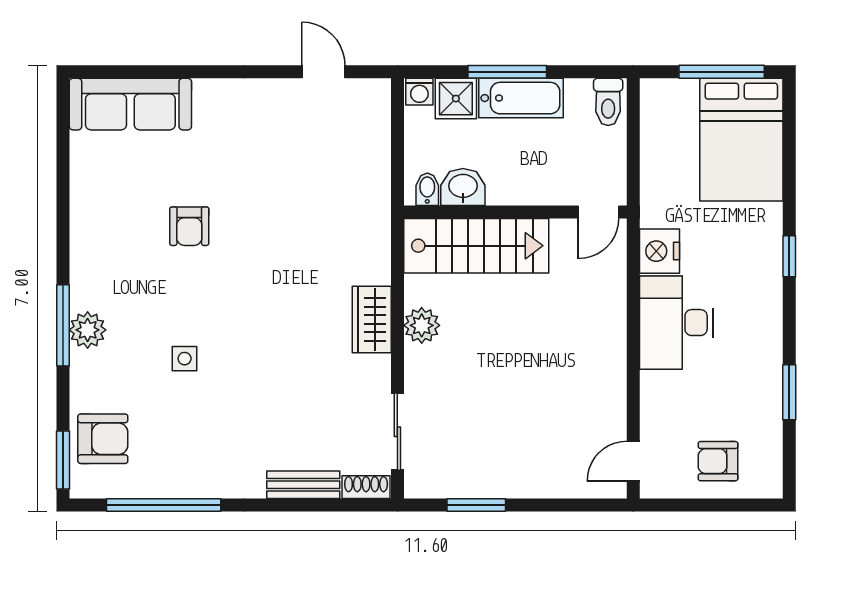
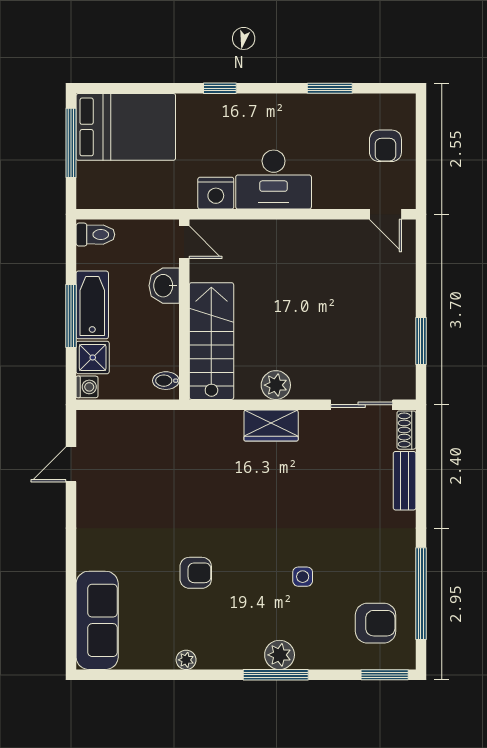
washbasin: (463, 187) -> (164, 286), moved
plant: (81, 214) -> (186, 660), added
armchair: (103, 439) -> (376, 623), moved, turned 90

